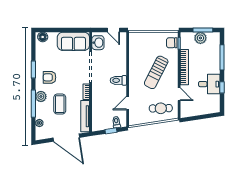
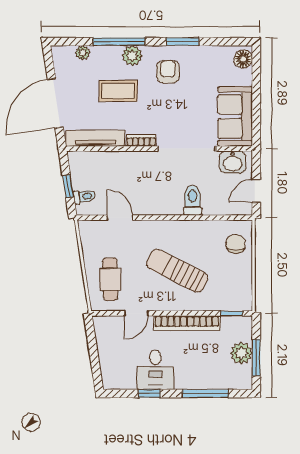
chair: (172, 43) -> (236, 244), moved
toilet: (118, 80) -> (193, 200), moved

